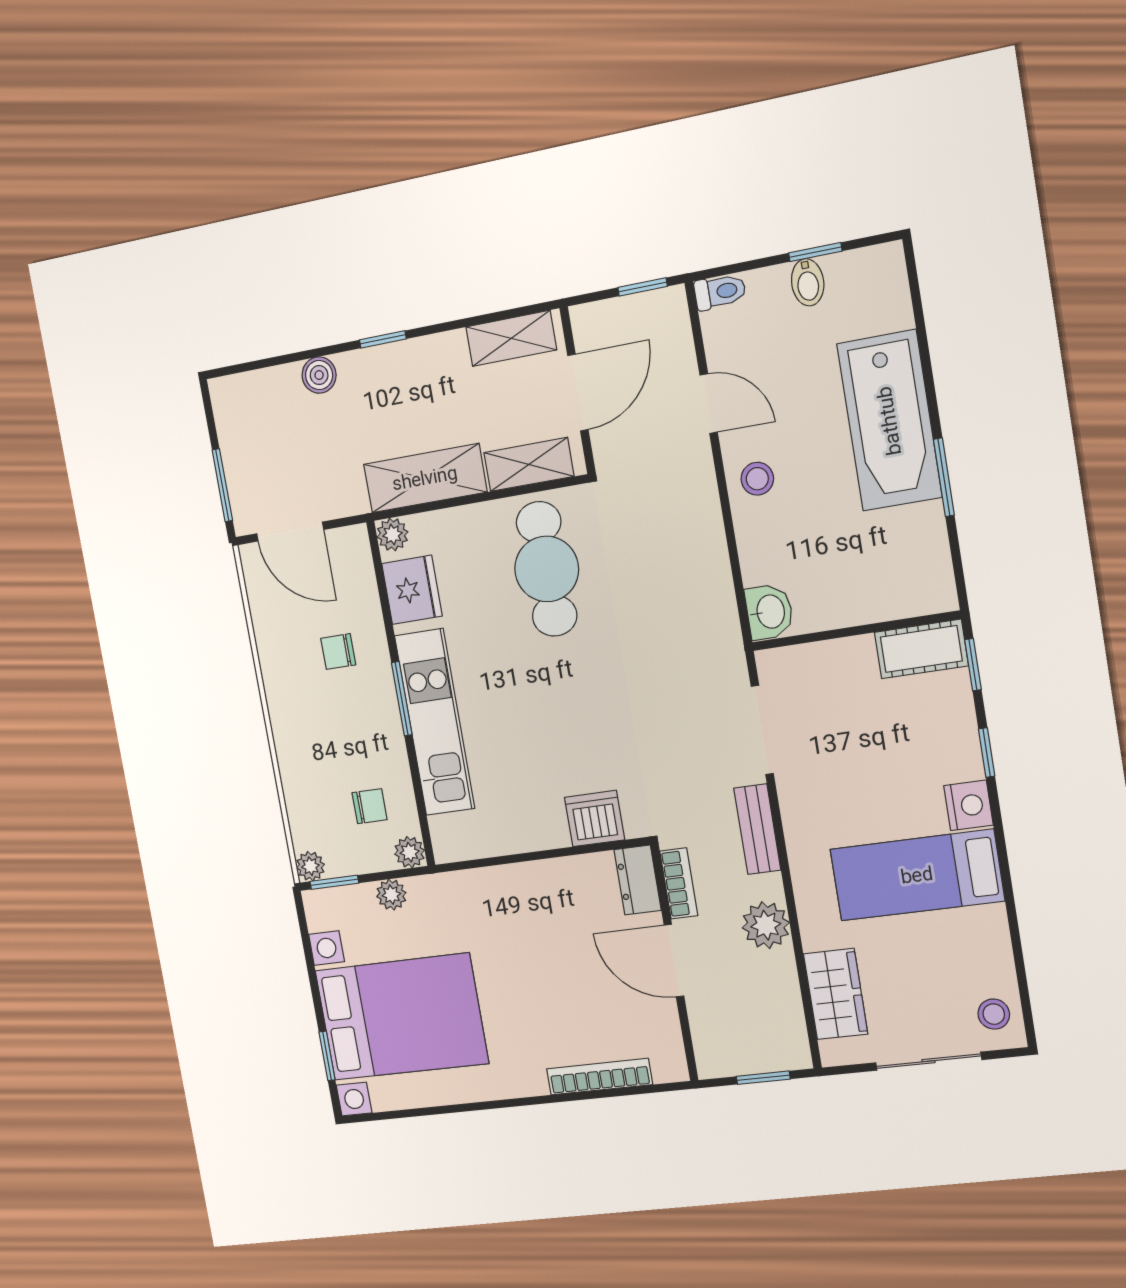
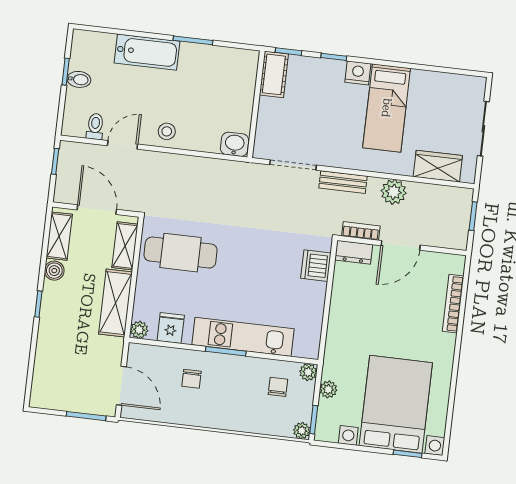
toilet: (720, 292) -> (95, 126), moved
boiler: (319, 375) -> (54, 271), moved
bathtub: (889, 421) -> (147, 52), width x0.73, depth x0.73
door: (290, 532) -> (121, 386), hinge flipped
fridge: (412, 590) -> (171, 328), width x0.72
stool: (994, 1014) -> (466, 89), removed

